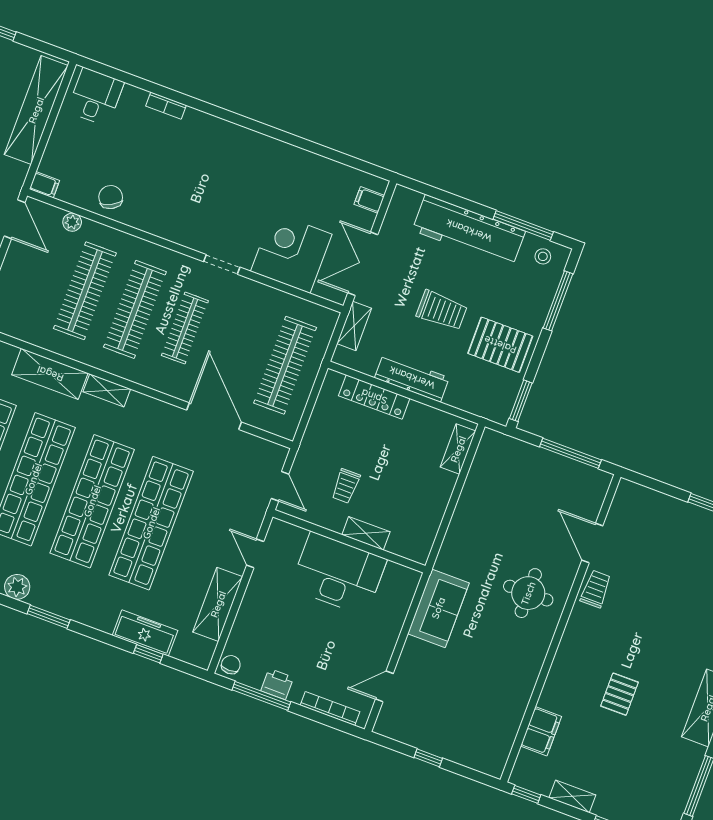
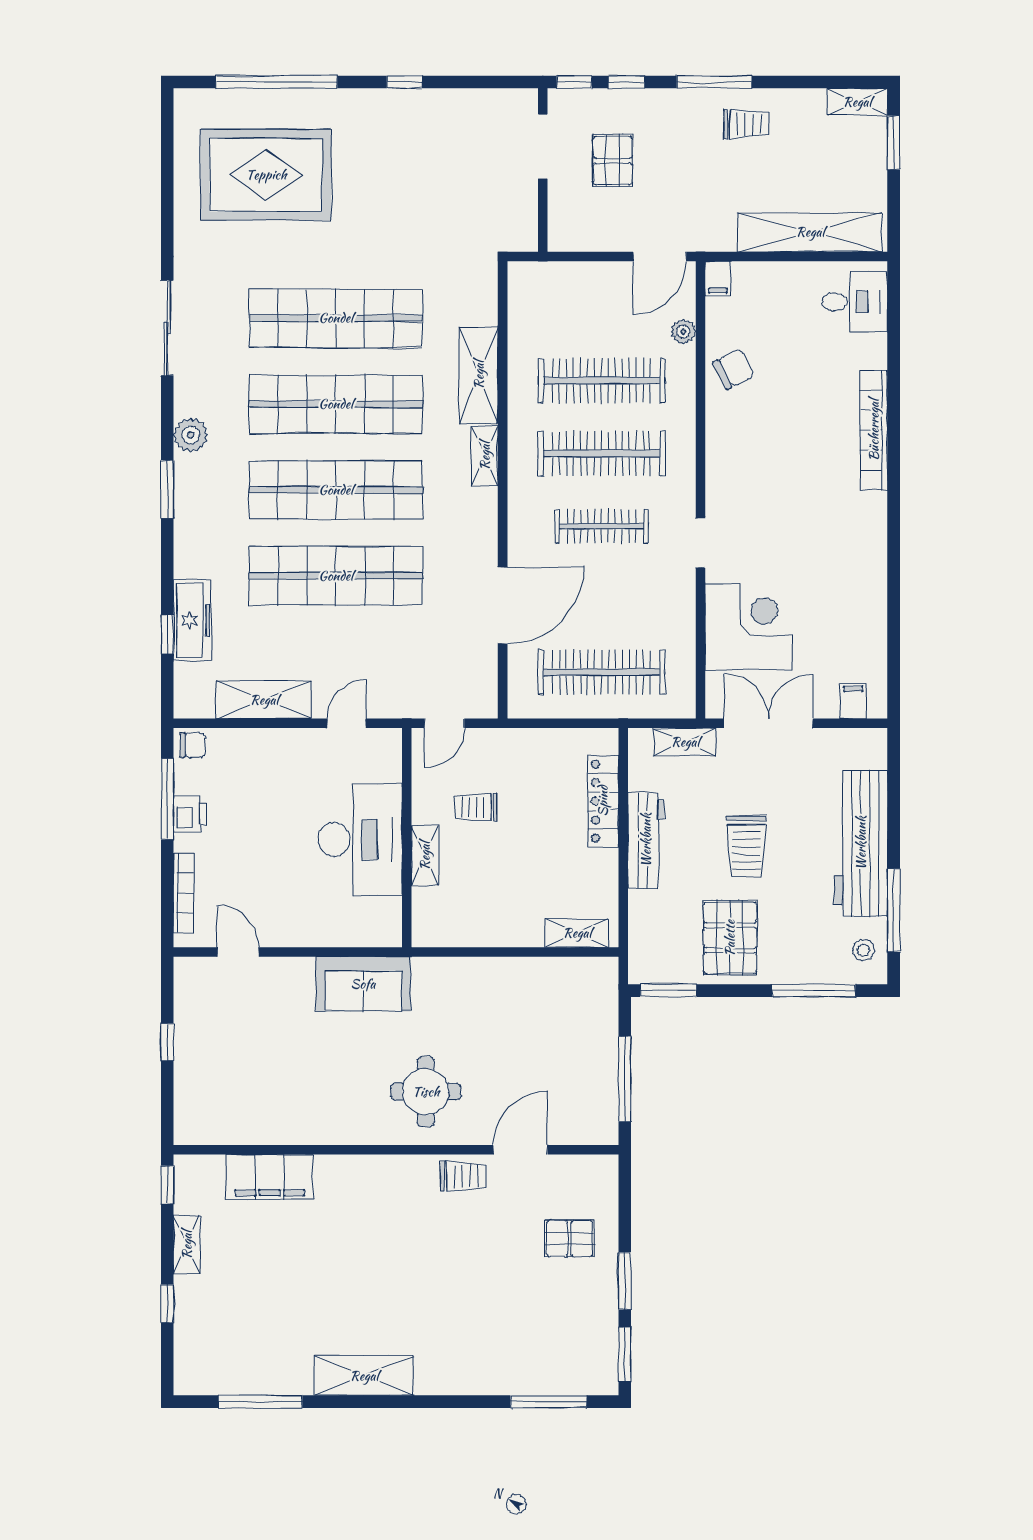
bookcase: (166, 106) -> (874, 430), width x2.31, depth x1.31
pallet: (620, 694) -> (569, 1239), moved
filing cabinet: (541, 731) -> (270, 1177), width x1.50, depth x1.17

